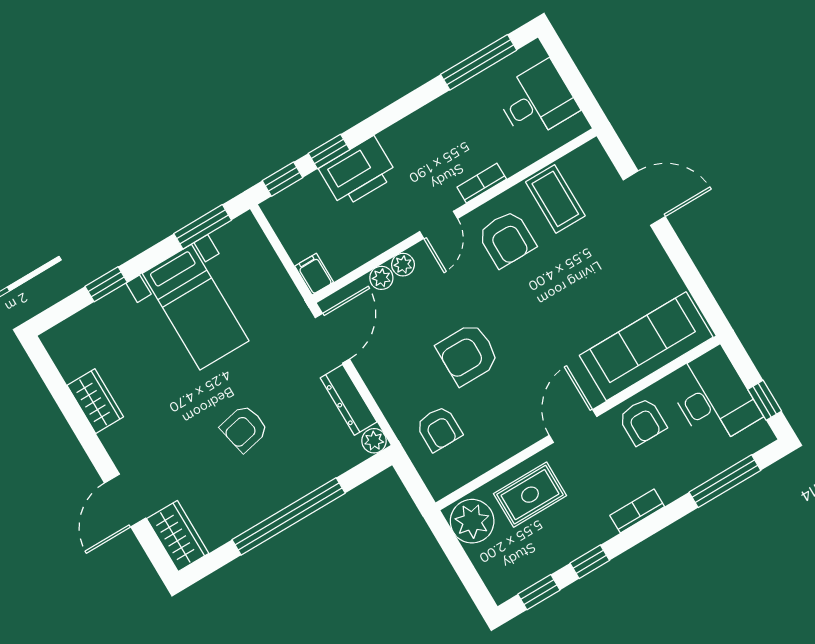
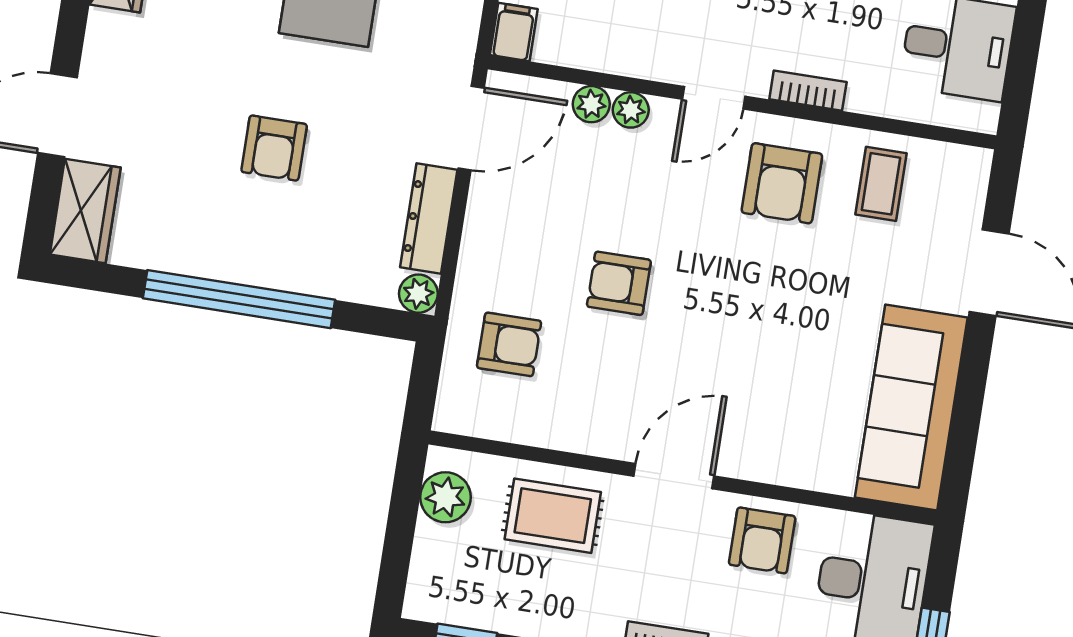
coffee table: (555, 199) -> (881, 184), width x0.73, depth x0.77
sofa: (646, 346) -> (911, 407), moved, turned -90
armchair: (468, 354) -> (619, 283), width x0.72, depth x0.72
armchair: (244, 428) -> (274, 148), turned -78
armchair: (439, 429) -> (509, 344), turned -90
plant: (472, 521) -> (445, 497), width x0.73, depth x0.73

